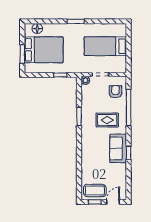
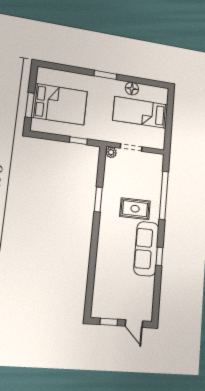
floor lamp: (37, 29) -> (132, 89), moved
armchair: (116, 92) -> (149, 173), removed
sofa: (118, 148) -> (146, 249), width x1.36
coffee table: (95, 190) -> (110, 305), removed
door: (113, 202) -> (134, 324), swing flipped

